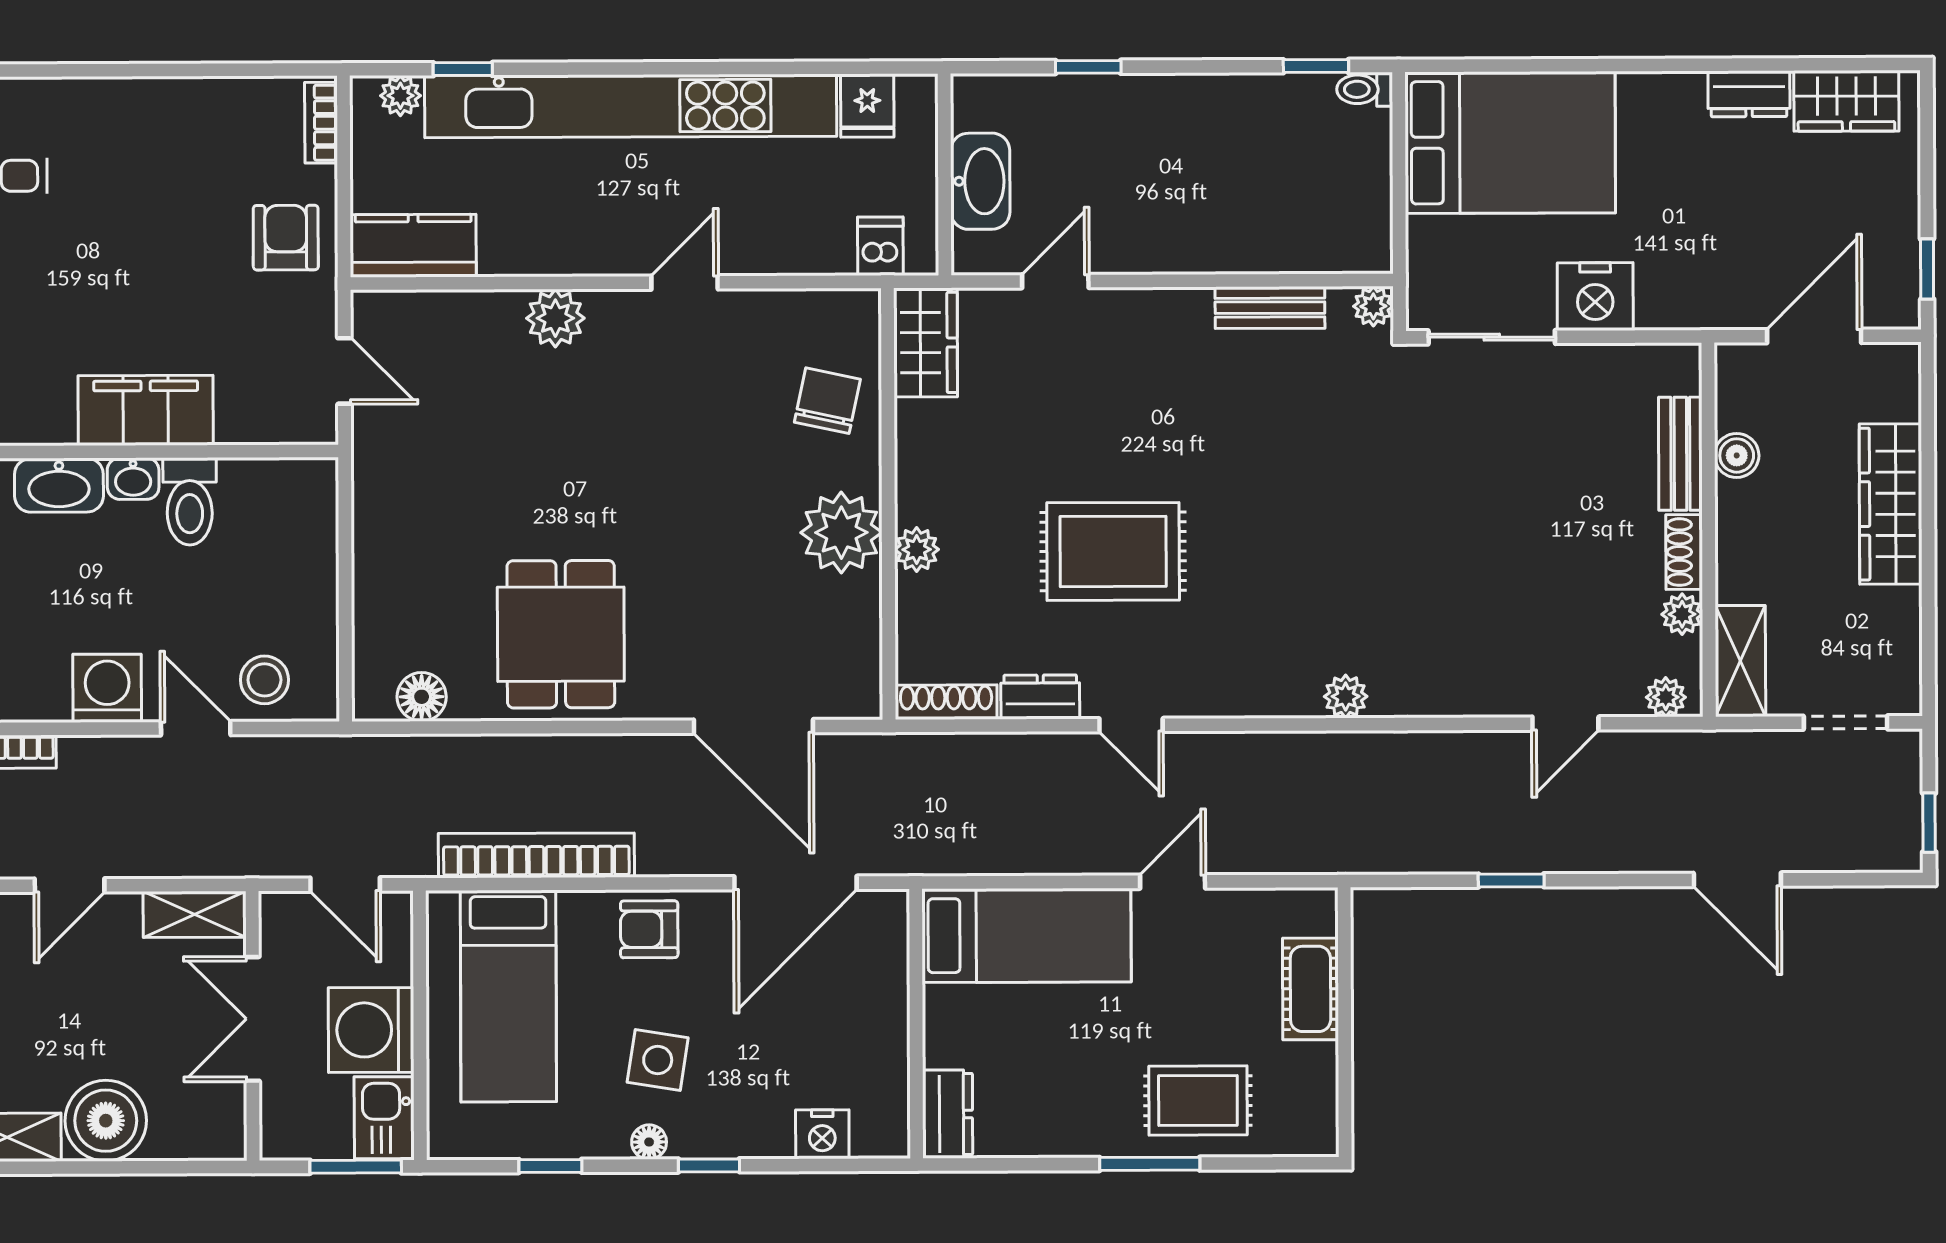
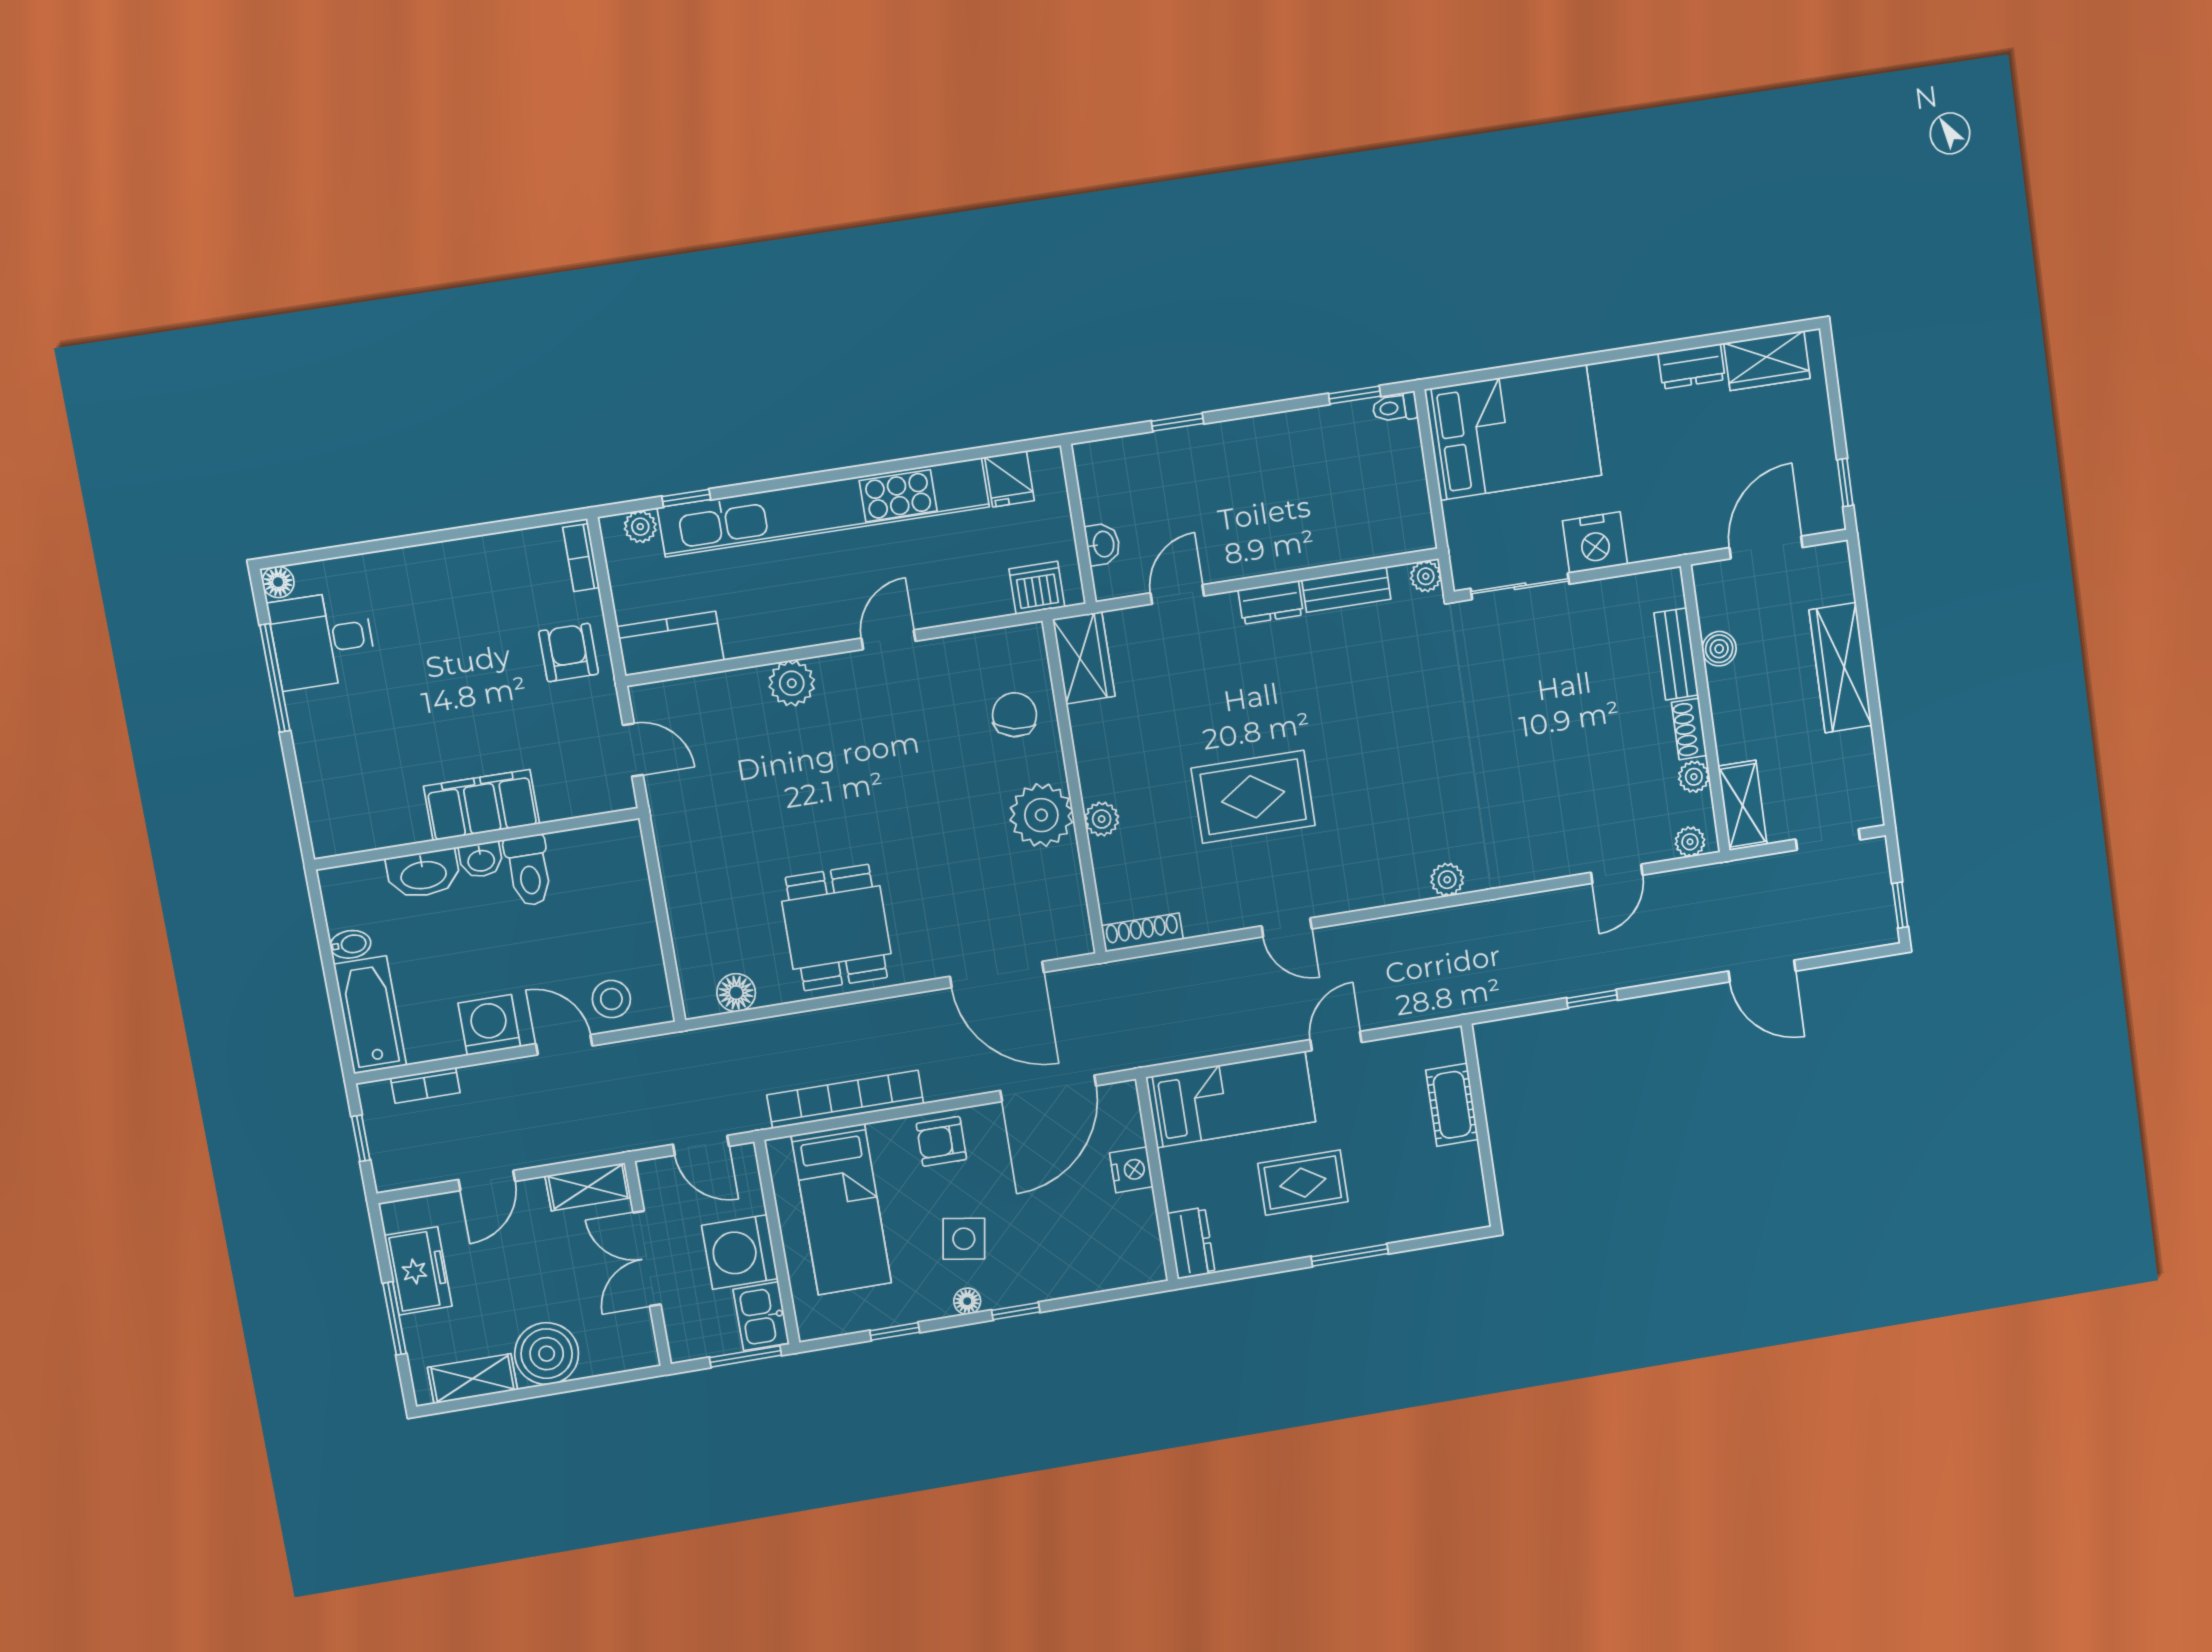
washbasin: (980, 181) -> (1103, 544), width x0.52, depth x0.69
dishwasher: (880, 246) -> (1037, 588), width x1.38
dresser: (1040, 697) -> (1271, 602), moved, turned 180
rug: (1198, 1100) -> (1303, 1183), moved
nightstand: (822, 1134) -> (1131, 1170), moved, turned -90

